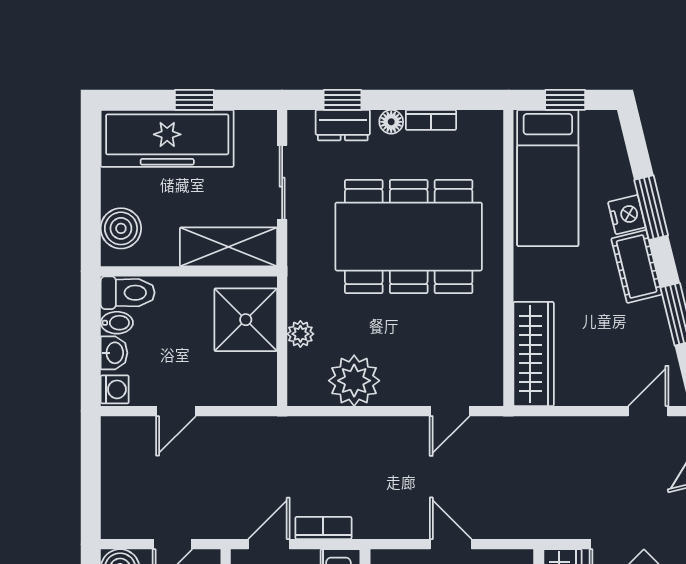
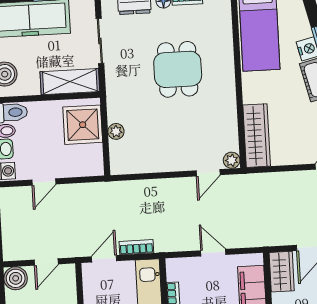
dining table: (409, 237) -> (178, 69), width x0.53, depth x0.80
plant: (354, 381) -> (232, 160), moved, width x0.53, depth x0.53

